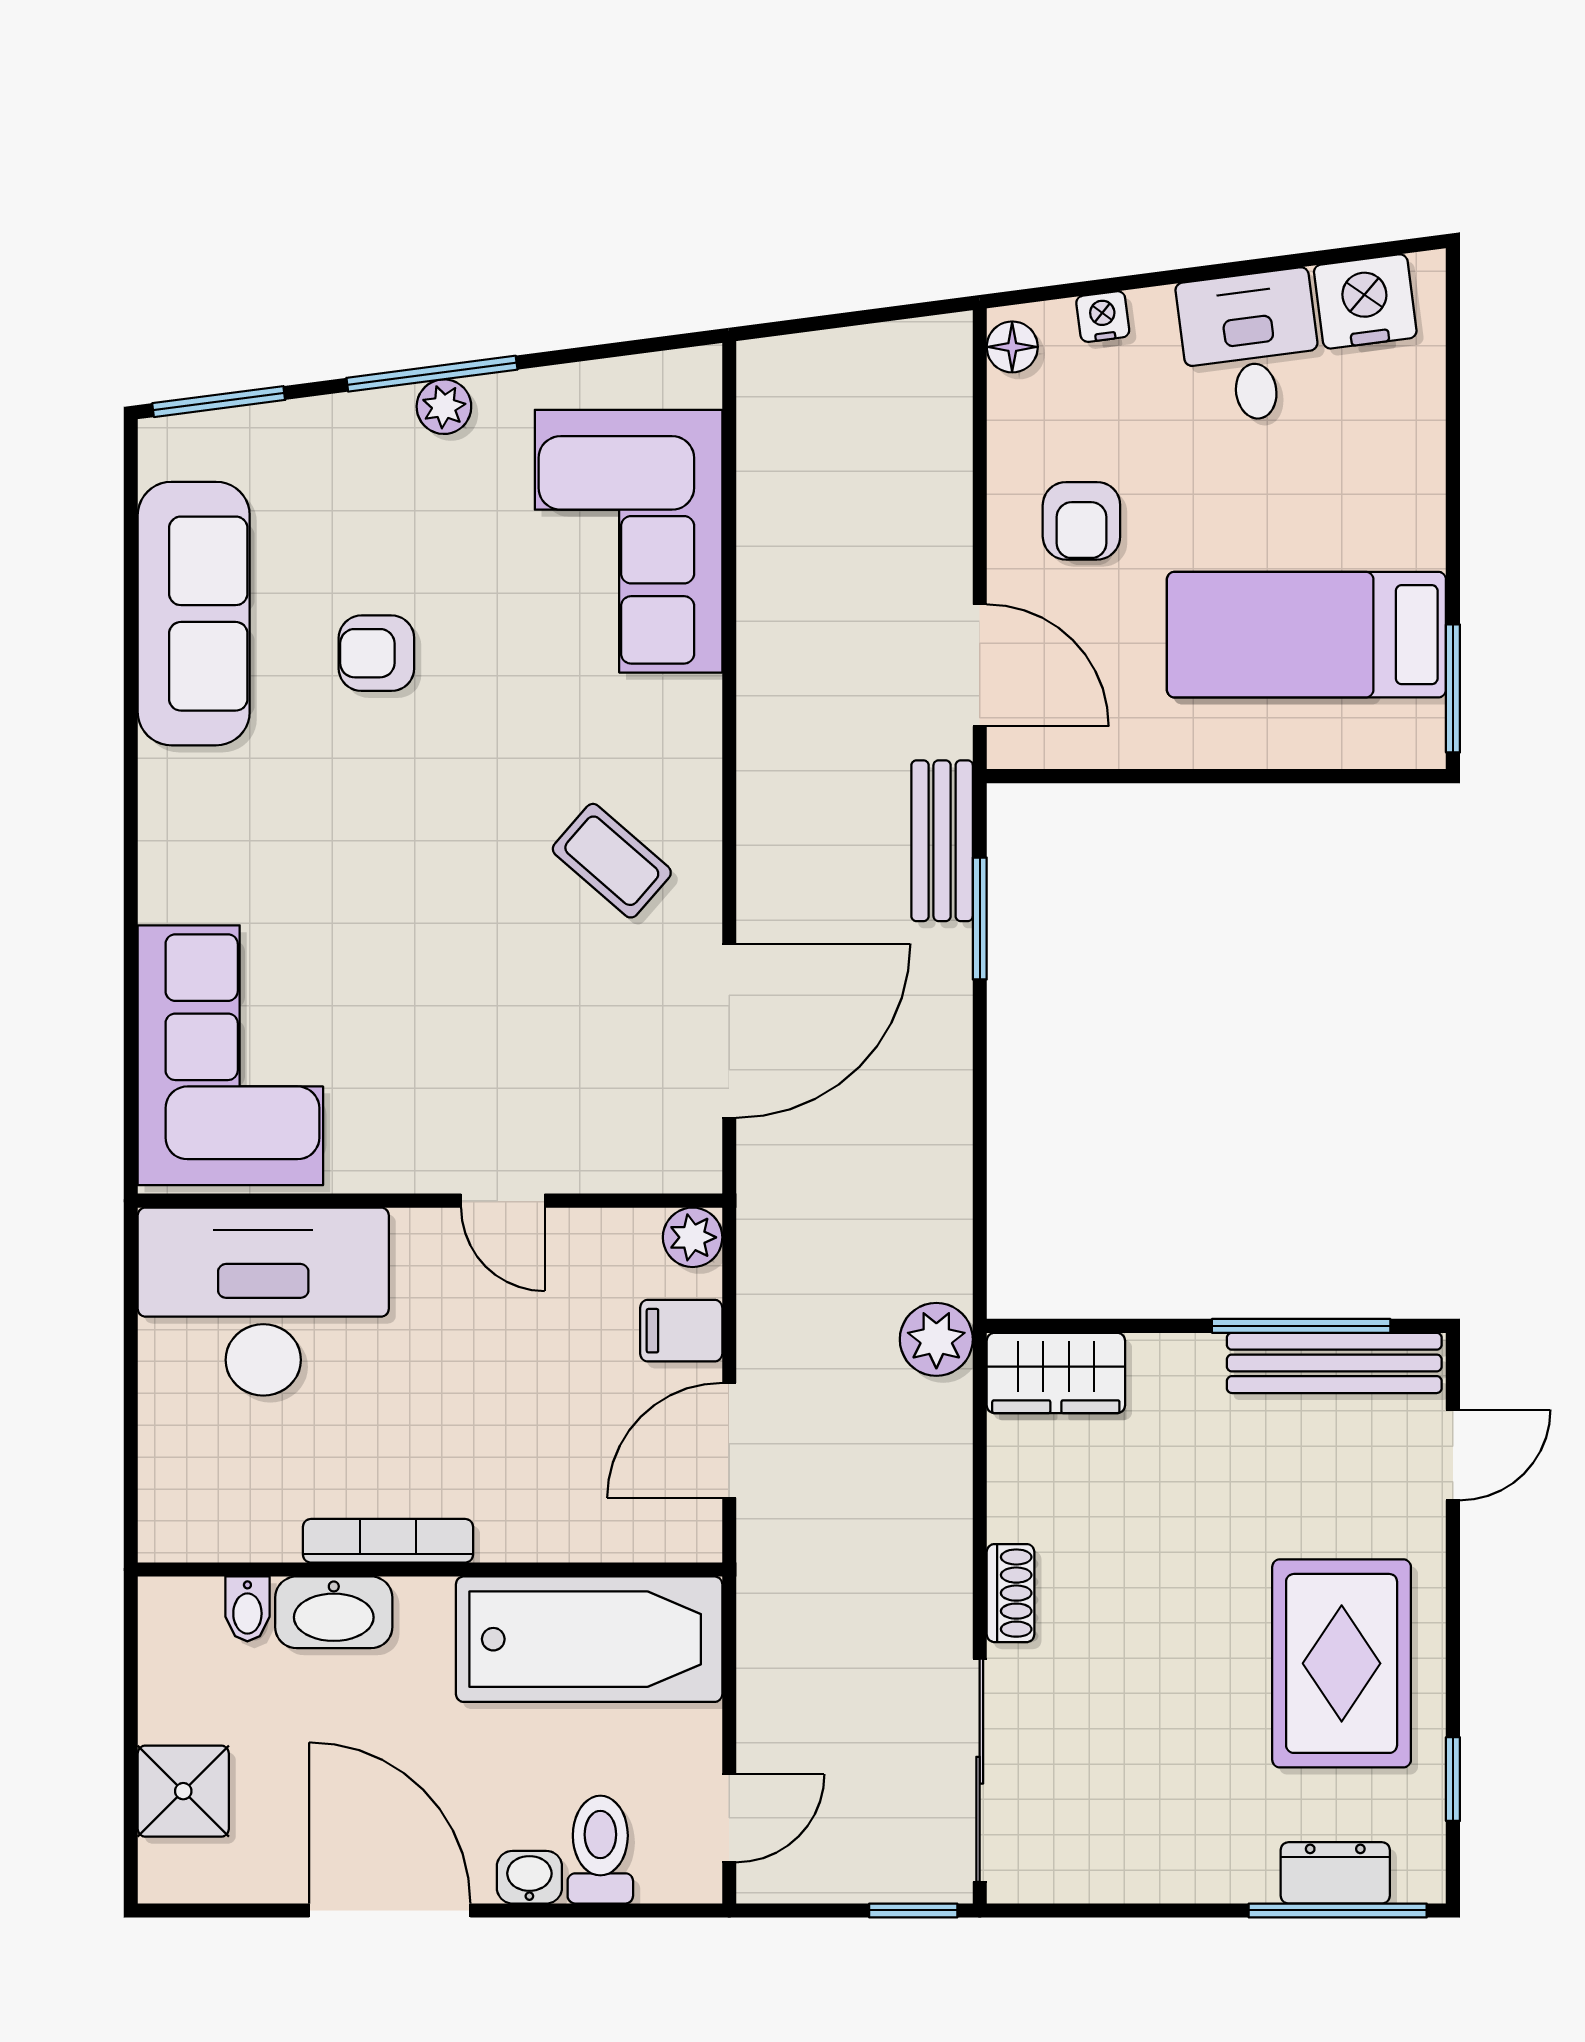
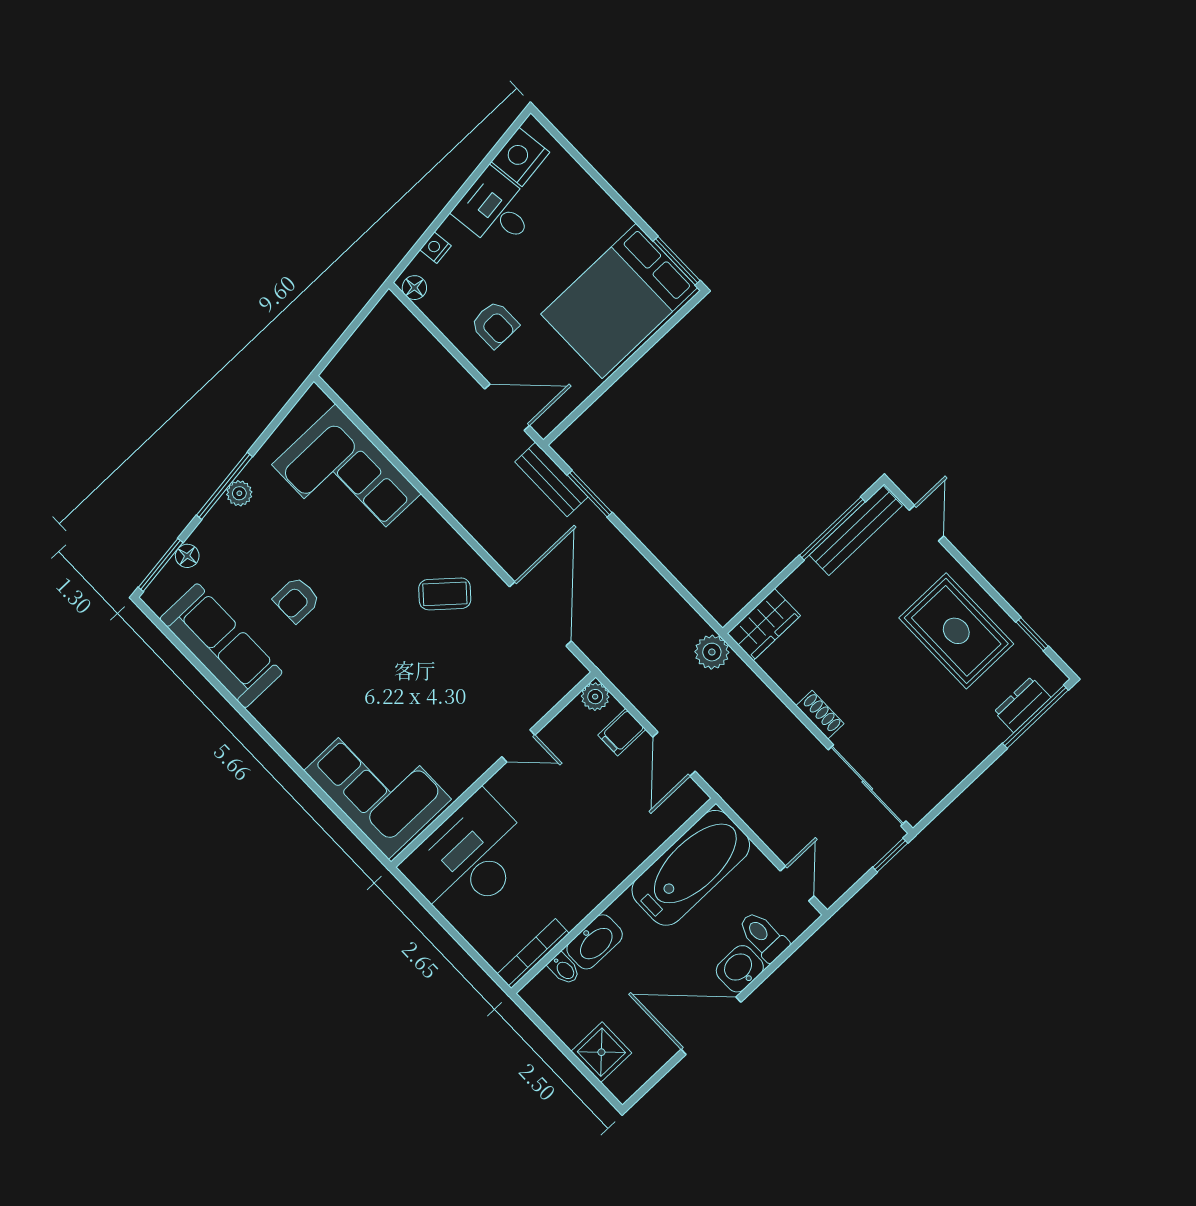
floor lamp: (273, 427) -> (187, 556), added
bed: (1306, 635) -> (619, 301), width x1.50
bookcase: (388, 1541) -> (533, 954), moved
washbasin: (529, 1877) -> (740, 969), width x1.38, depth x1.45

